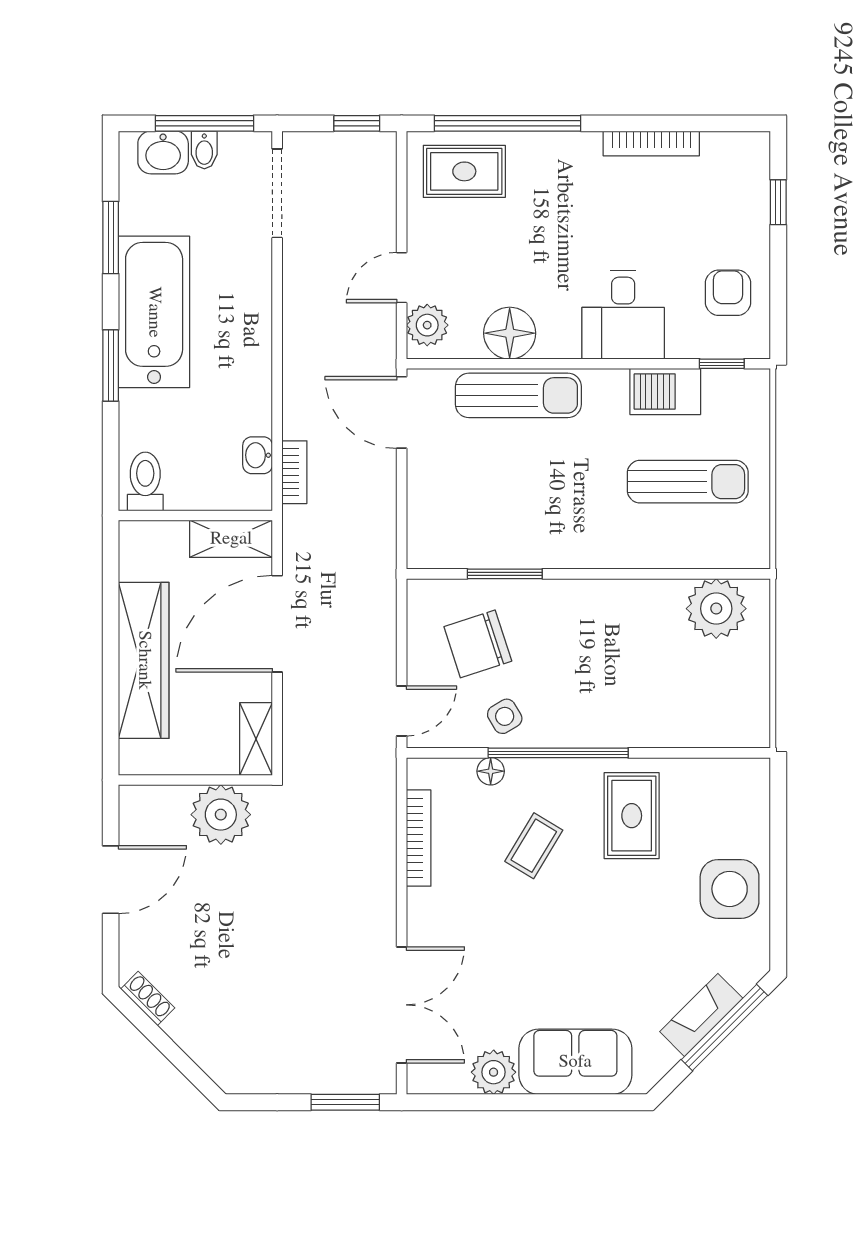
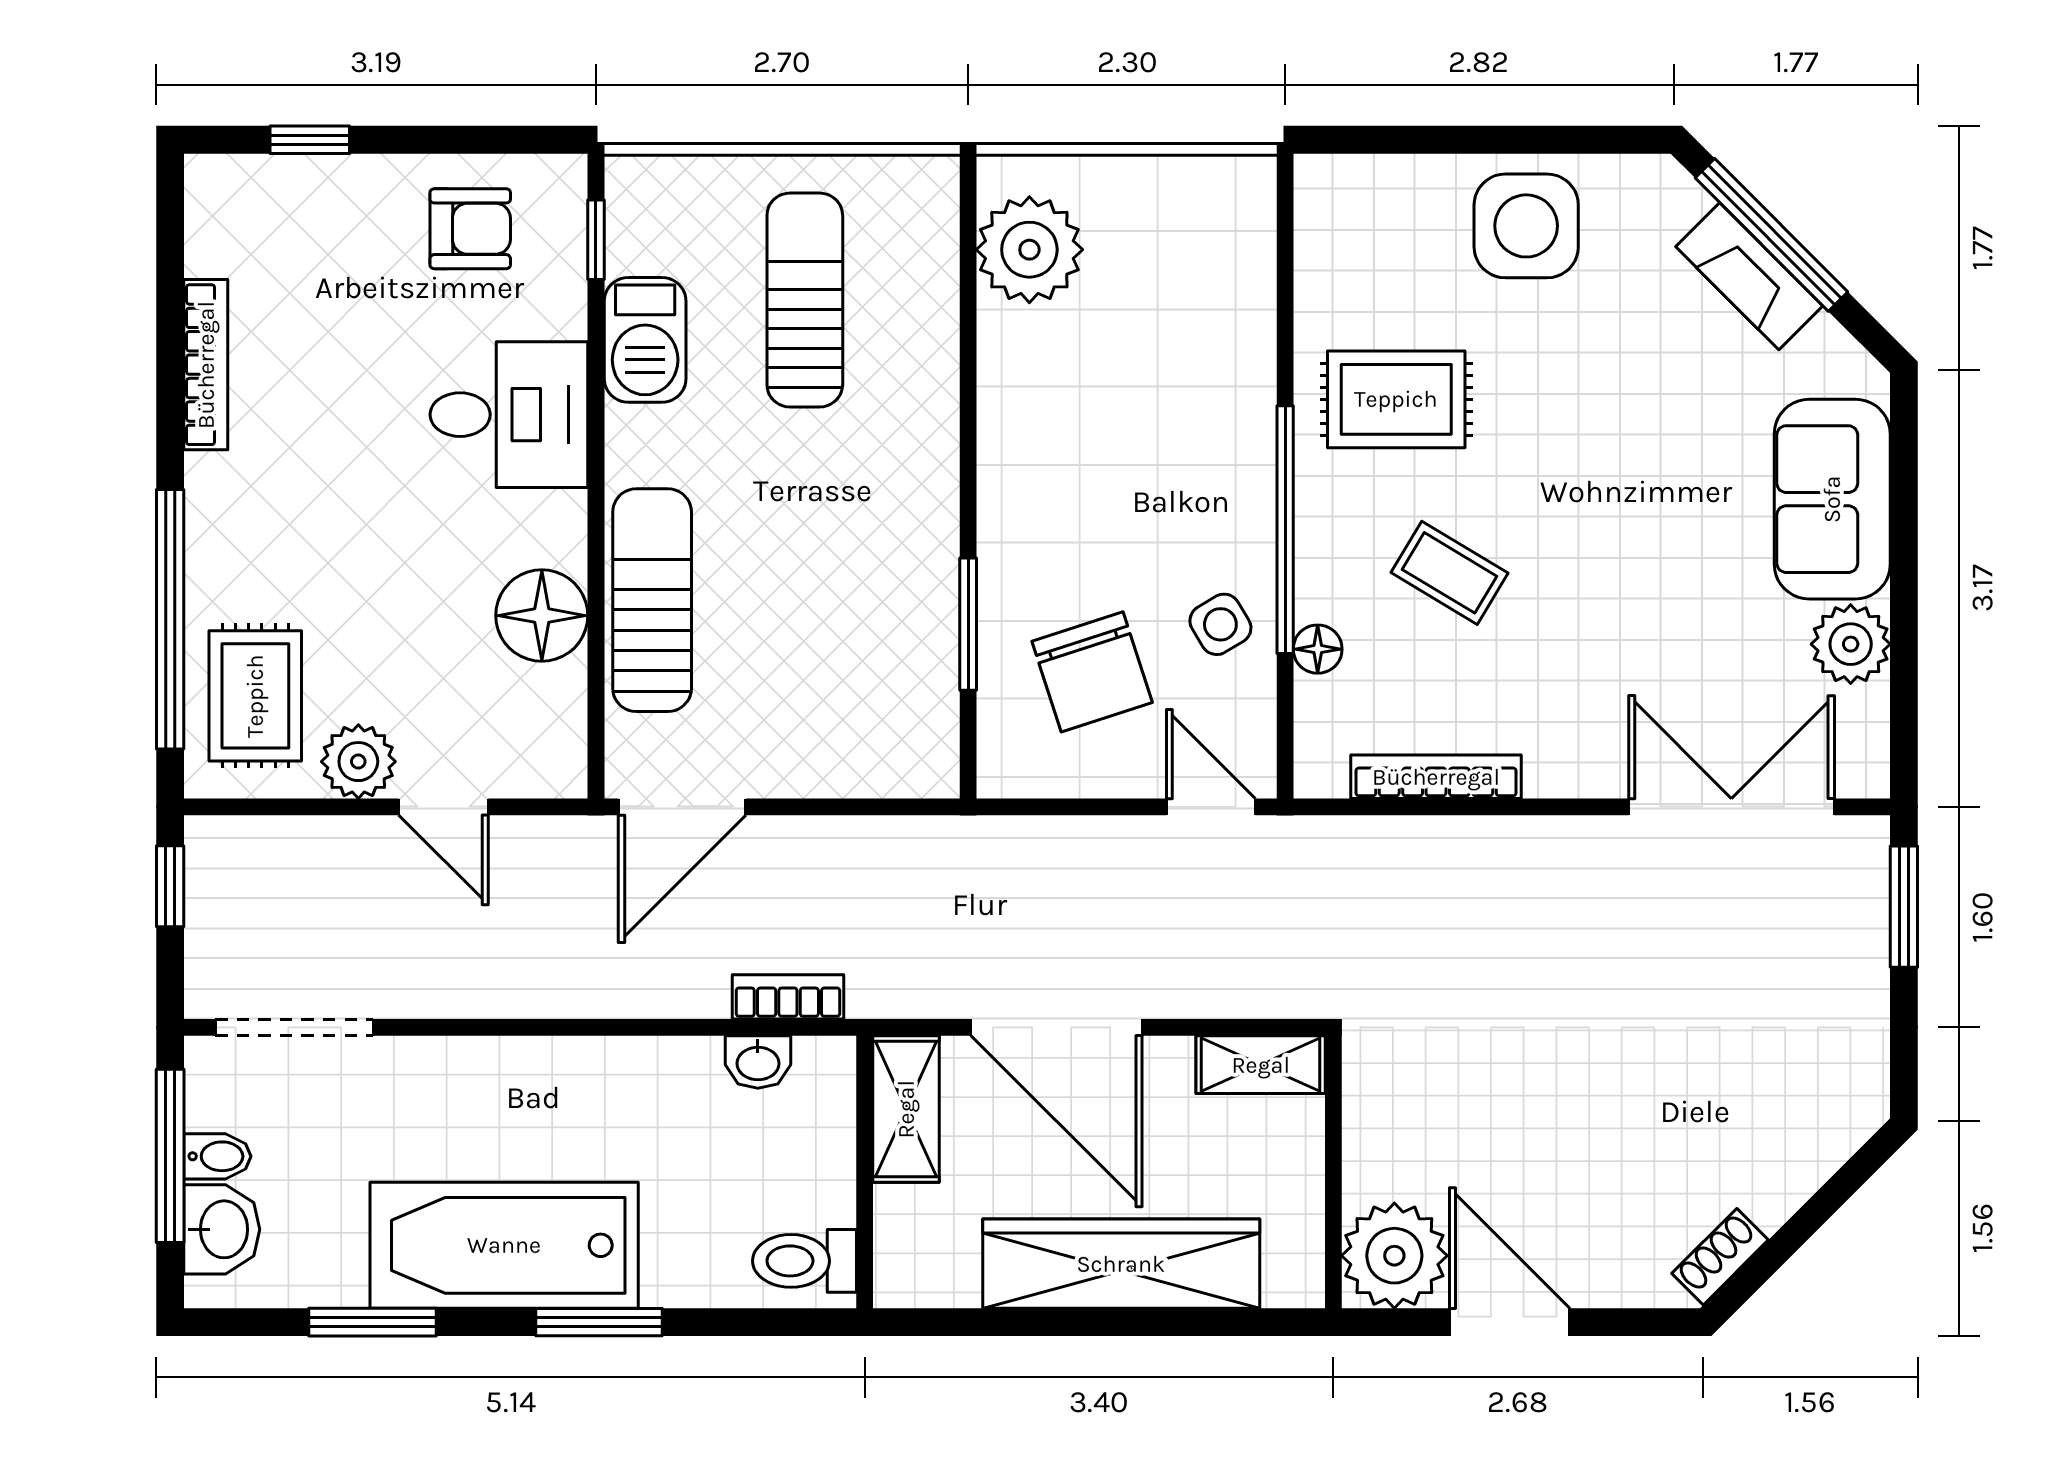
armchair: (728, 293) -> (470, 229), turned 180
plant: (427, 325) -> (358, 762), moved
plant: (221, 815) -> (1394, 1256), moved

